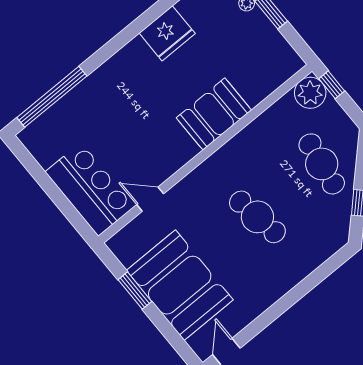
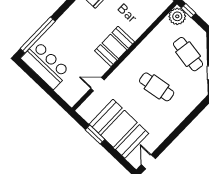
booth: (214, 114) -> (115, 46), moved
bar counter: (90, 189) -> (46, 65), moved

